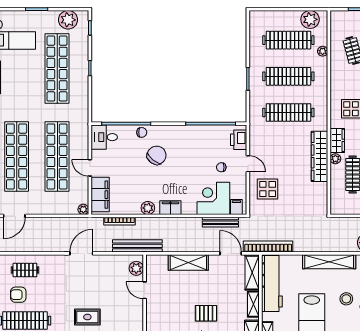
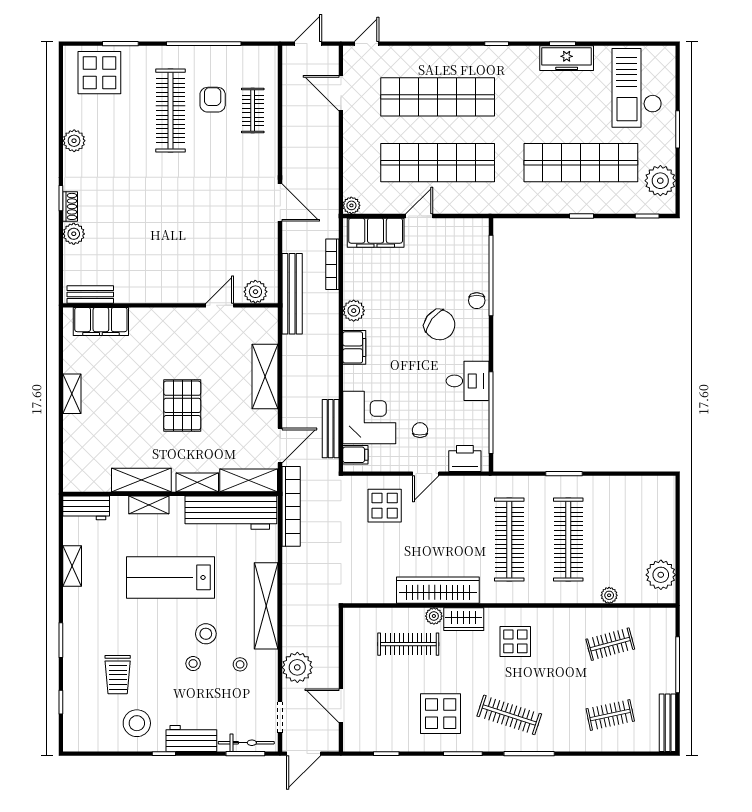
clothes rail: (288, 40) -> (627, 540), removed
desk: (104, 137) -> (468, 381), moved, turned 90
pallet: (206, 313) -> (182, 405), width x1.50, depth x1.42
rug: (87, 317) -> (176, 212), removed

